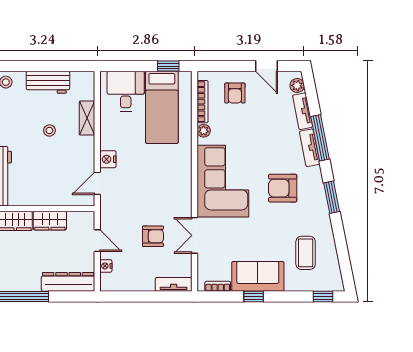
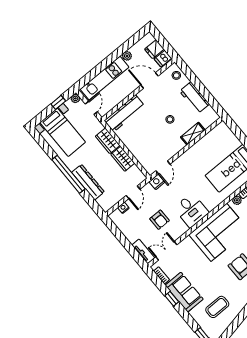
desk: (126, 91) -> (191, 210), moved, turned 90
nightstand: (108, 159) -> (157, 182), moved
door: (97, 183) -> (163, 167), swing flipped
double door: (195, 235) -> (166, 251), moved
dresser: (68, 282) -> (88, 182), moved

